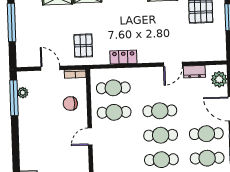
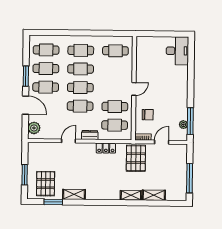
pallet: (83, 46) -> (136, 158), width x1.50, depth x1.42
door: (50, 68) -> (162, 142), swing flipped
dresser: (194, 72) -> (90, 135), moved

